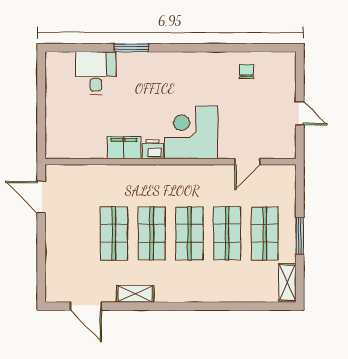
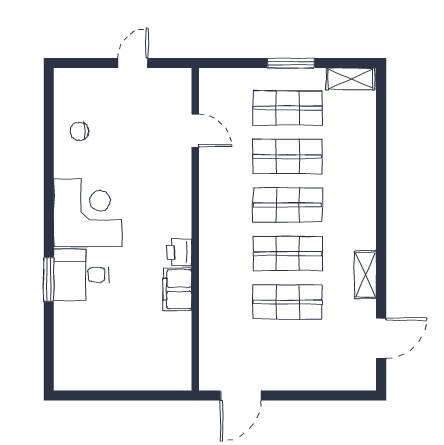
desk: (96, 73) -> (81, 275), moved
corner desk: (191, 132) -> (88, 213), moved, turned 180

